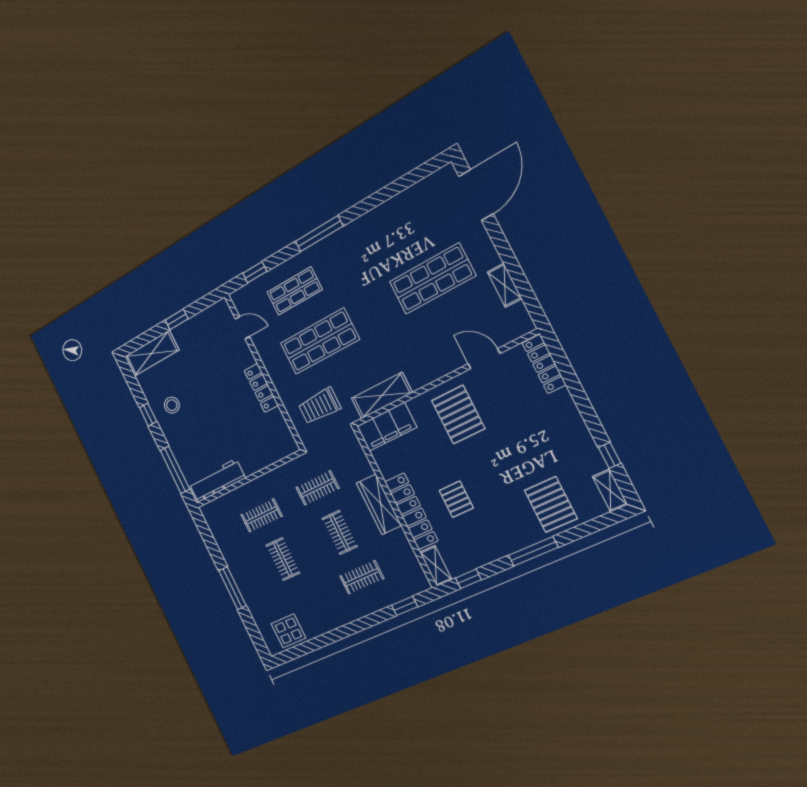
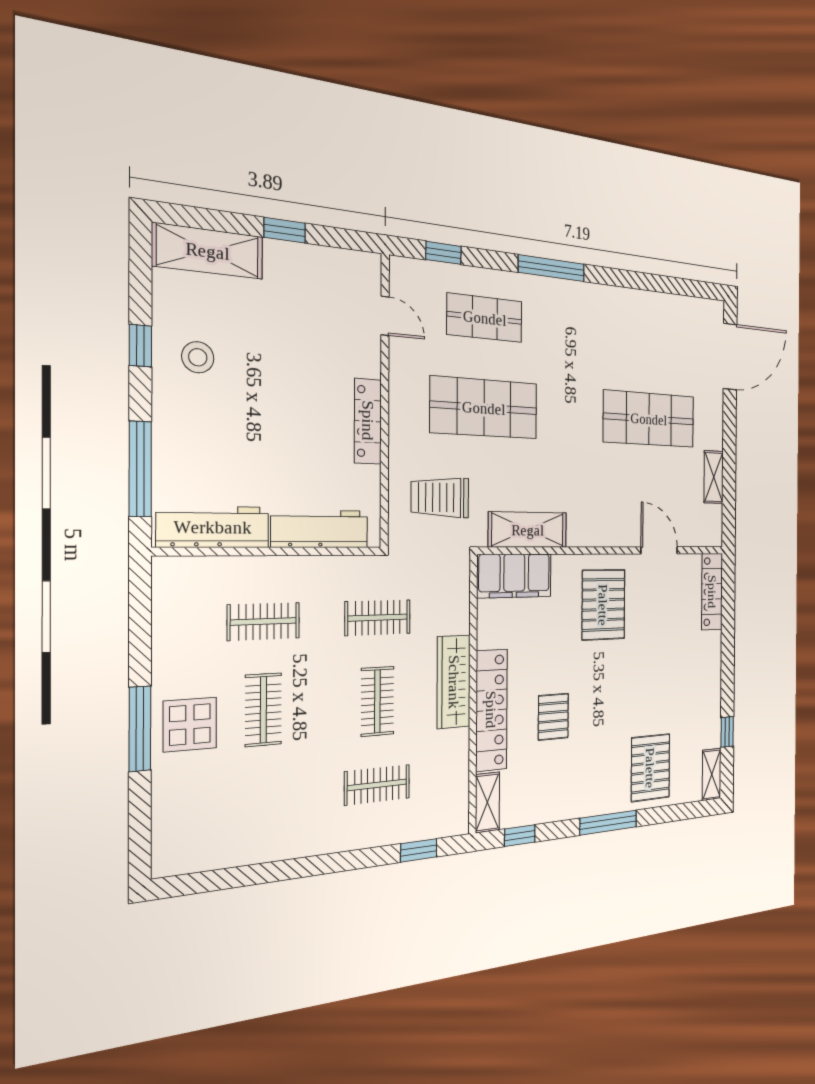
workbench: (265, 456) -> (320, 529), added
display table: (288, 631) -> (190, 725), moved

